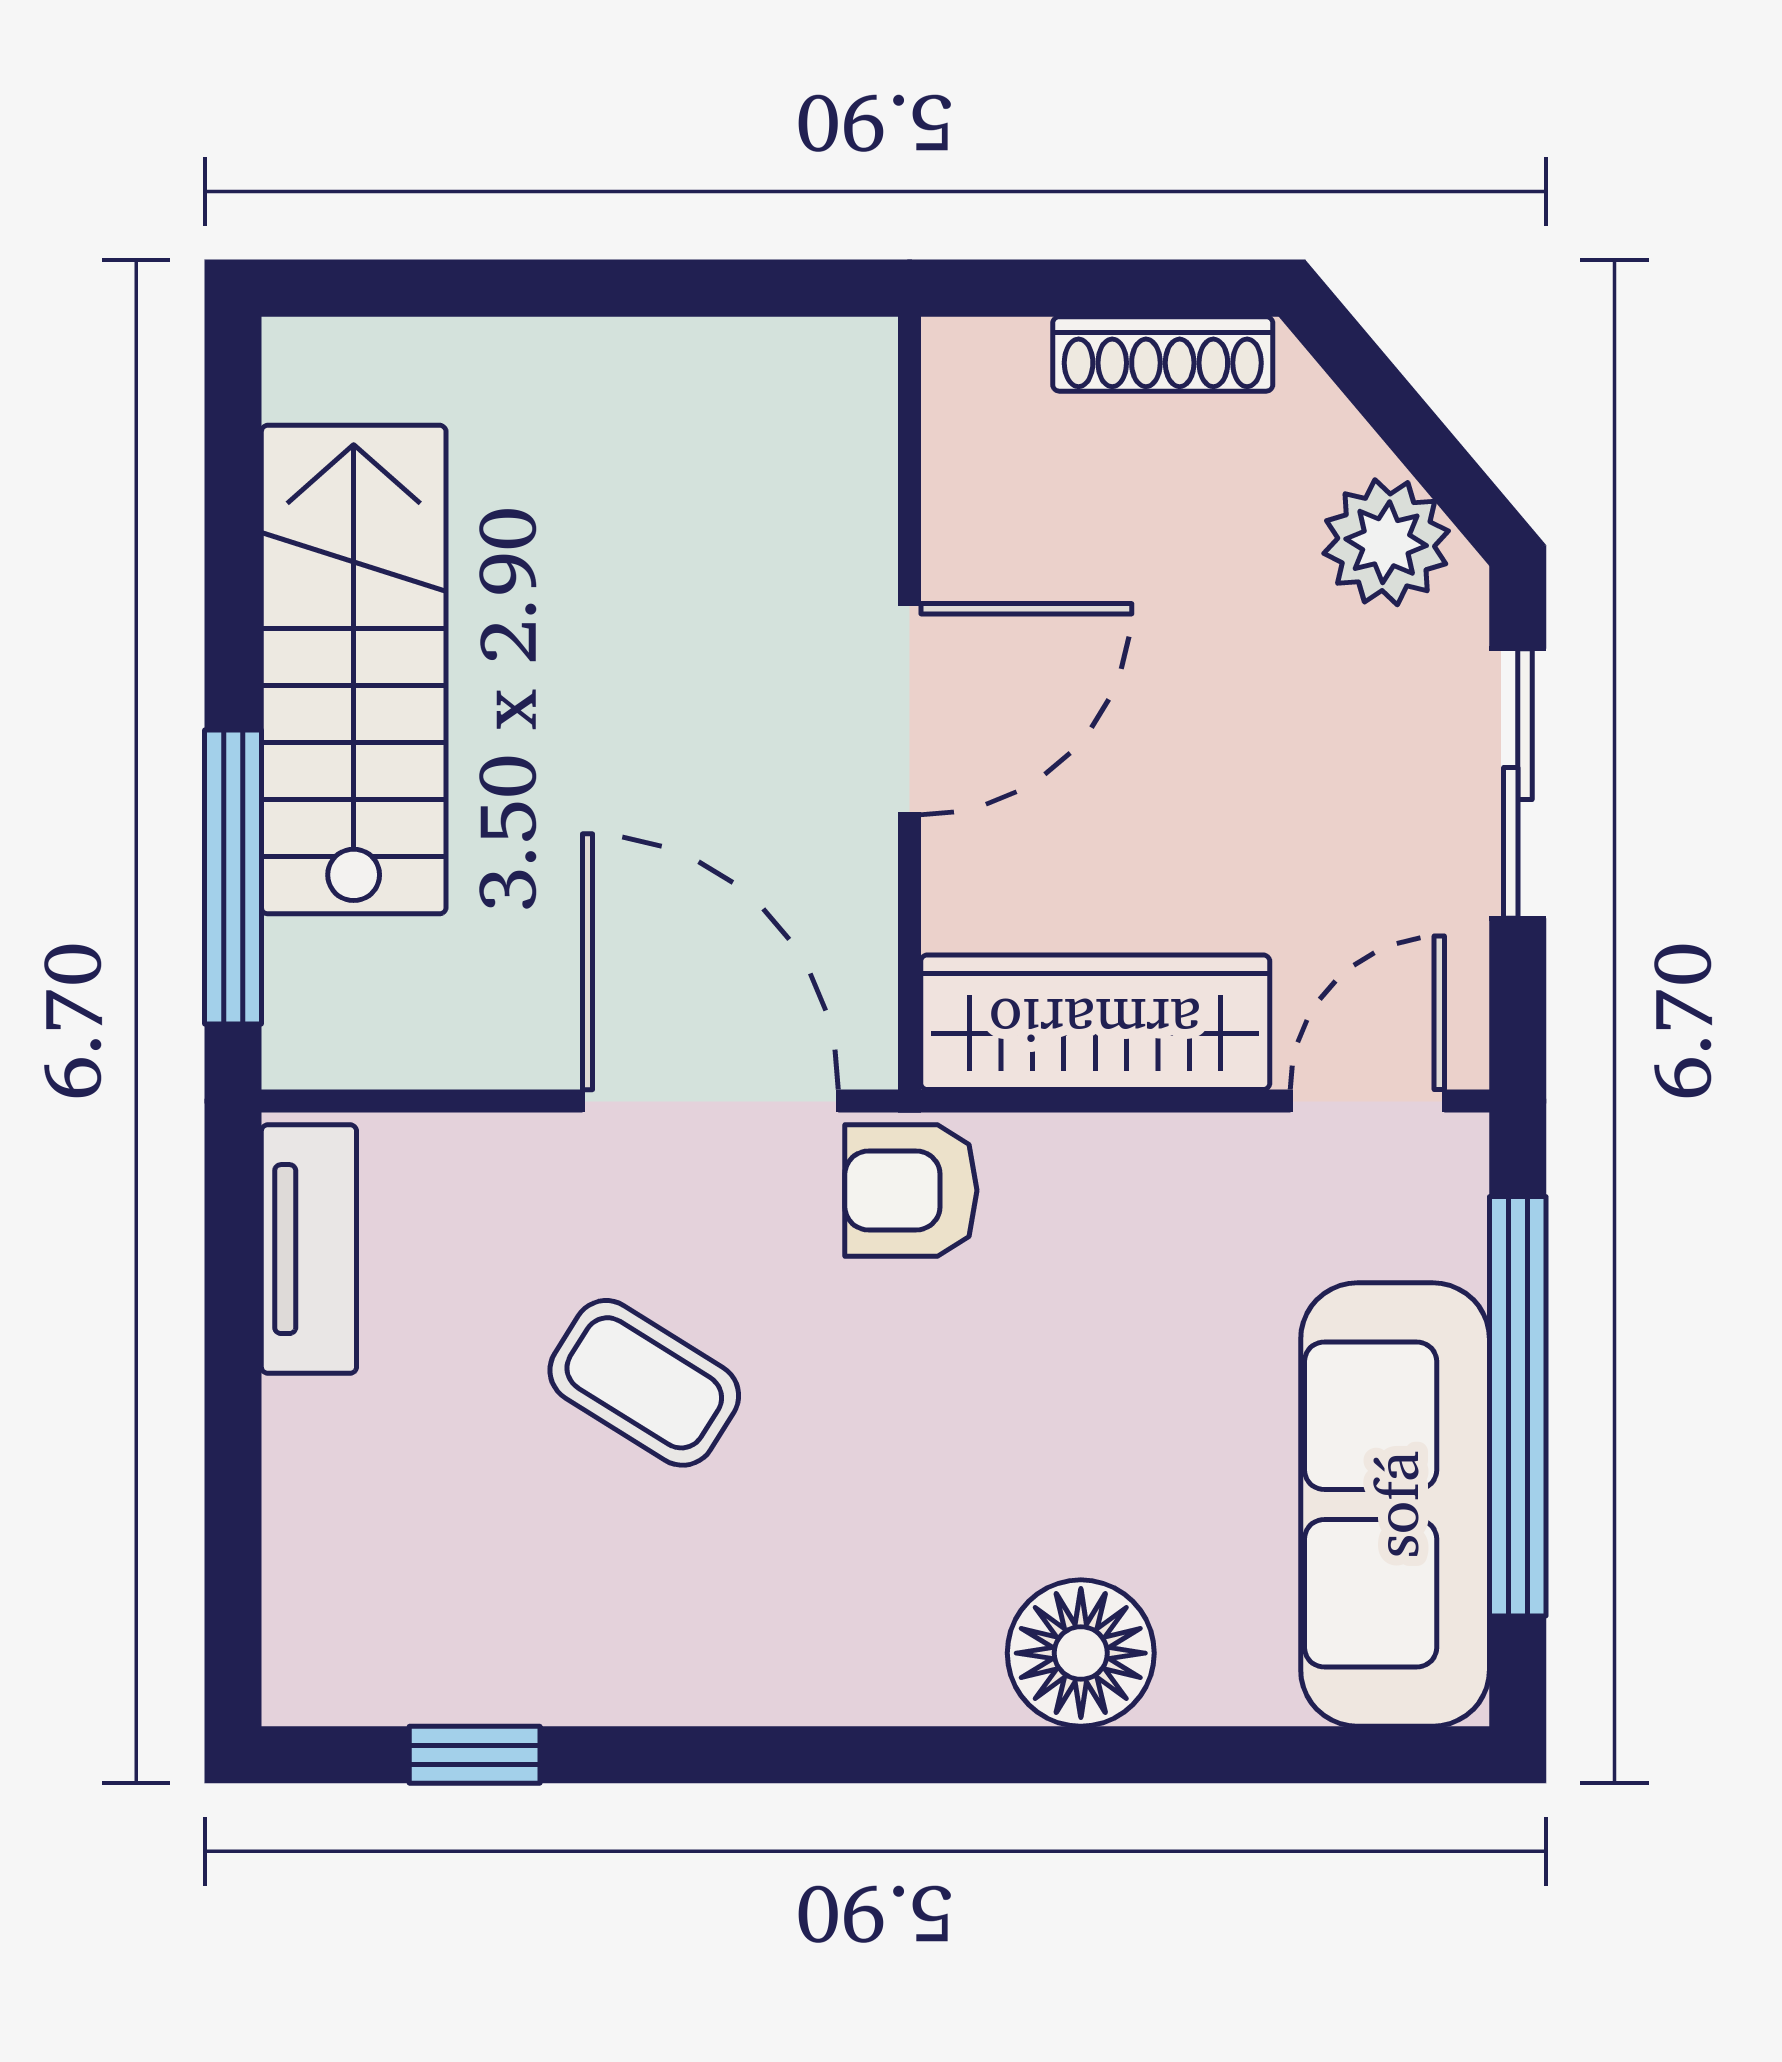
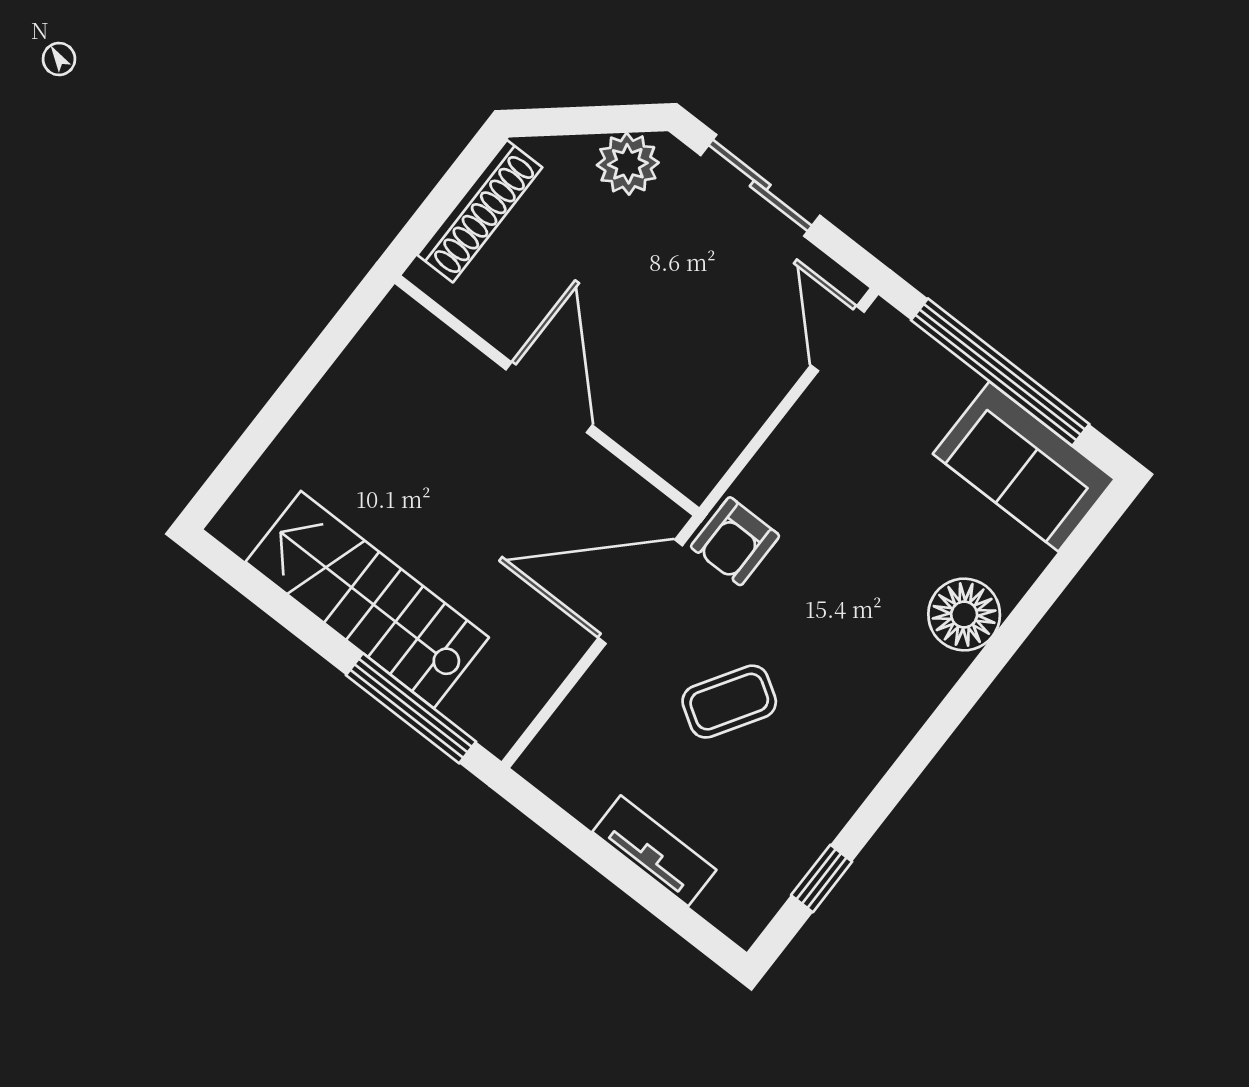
shoe rack: (1163, 354) -> (480, 211), width x1.36, depth x1.24
wardrobe: (1095, 1022) -> (726, 420), removed
tv unit: (309, 1249) -> (654, 851), moved
sofa: (1395, 1504) -> (1024, 466), width x0.73

